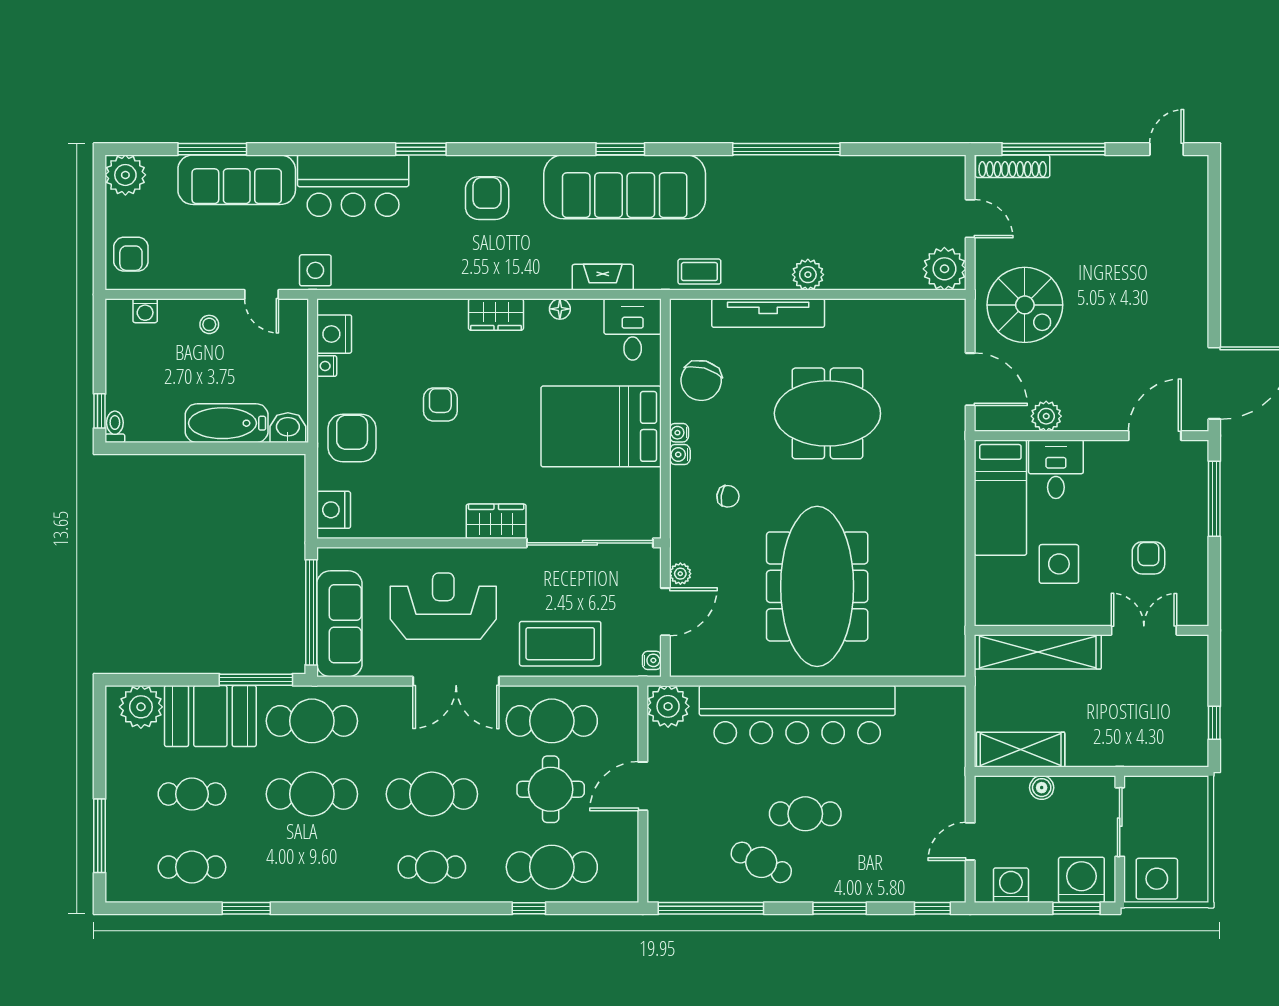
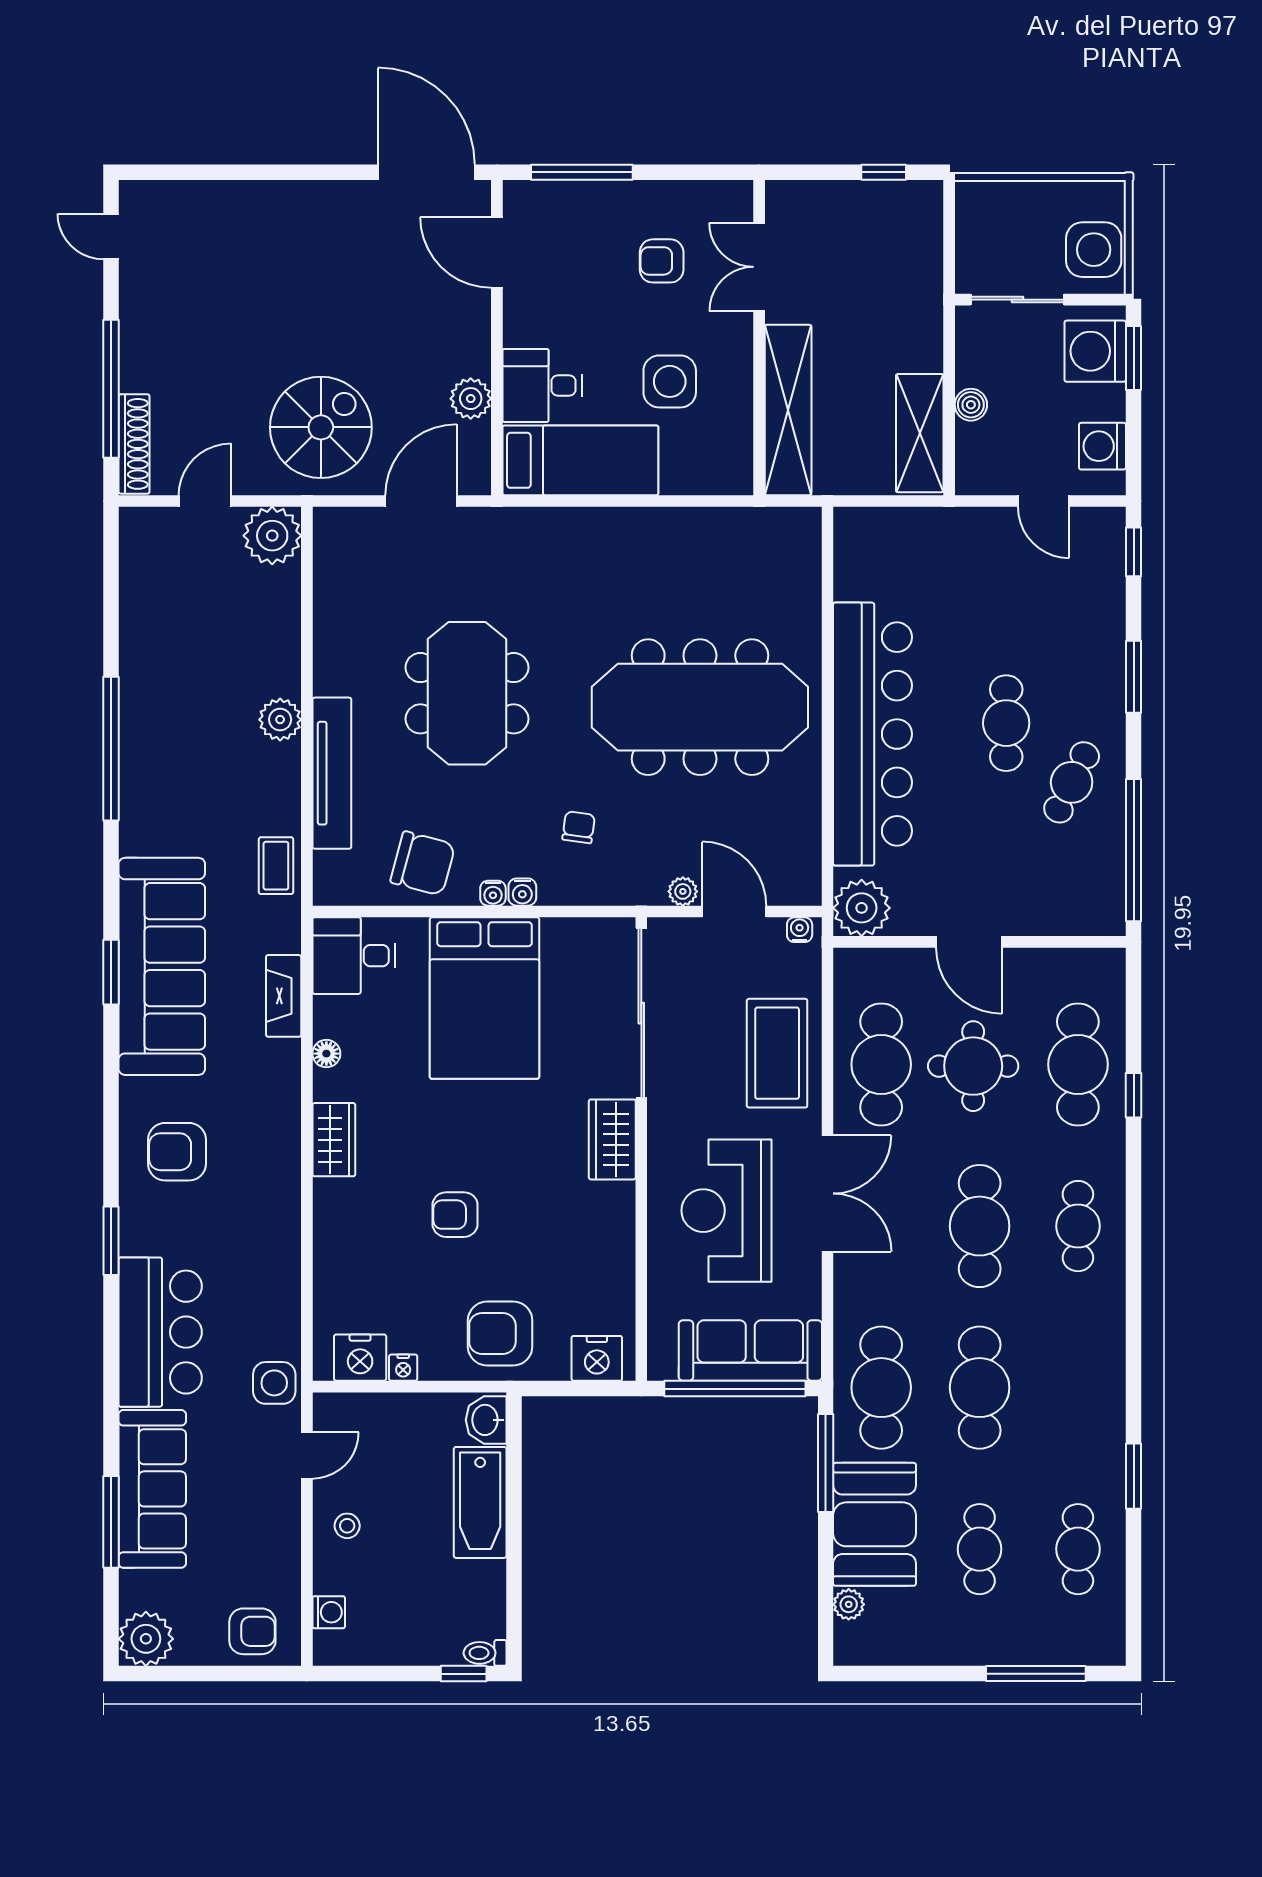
plant: (141, 707) -> (849, 1604), width x0.53, depth x0.53

